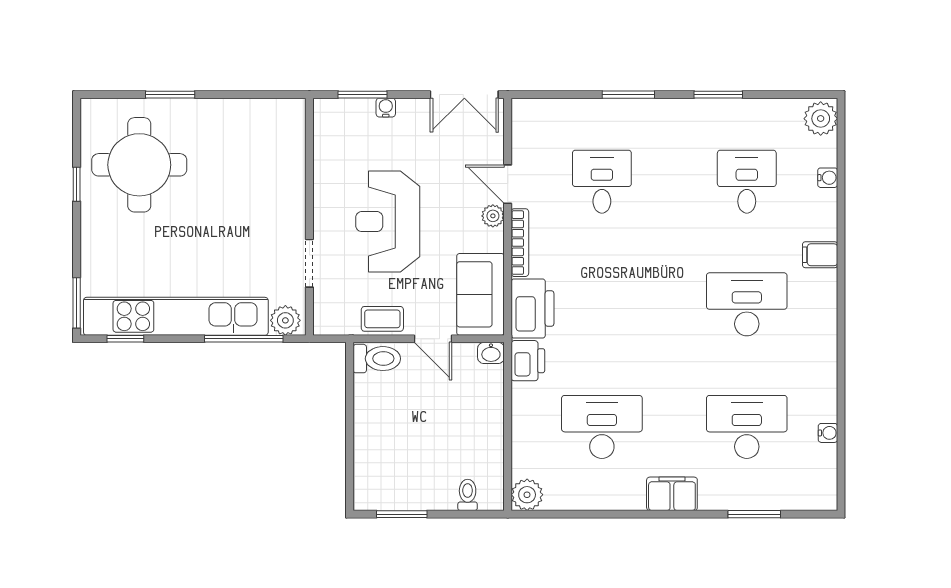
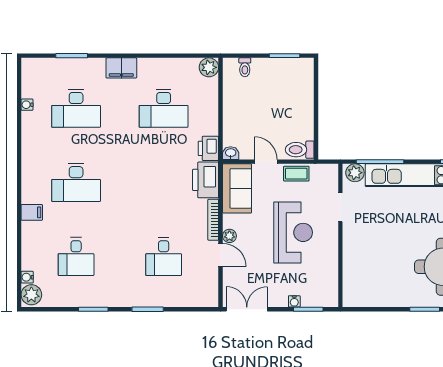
water cooler: (828, 178) -> (27, 277), moved

